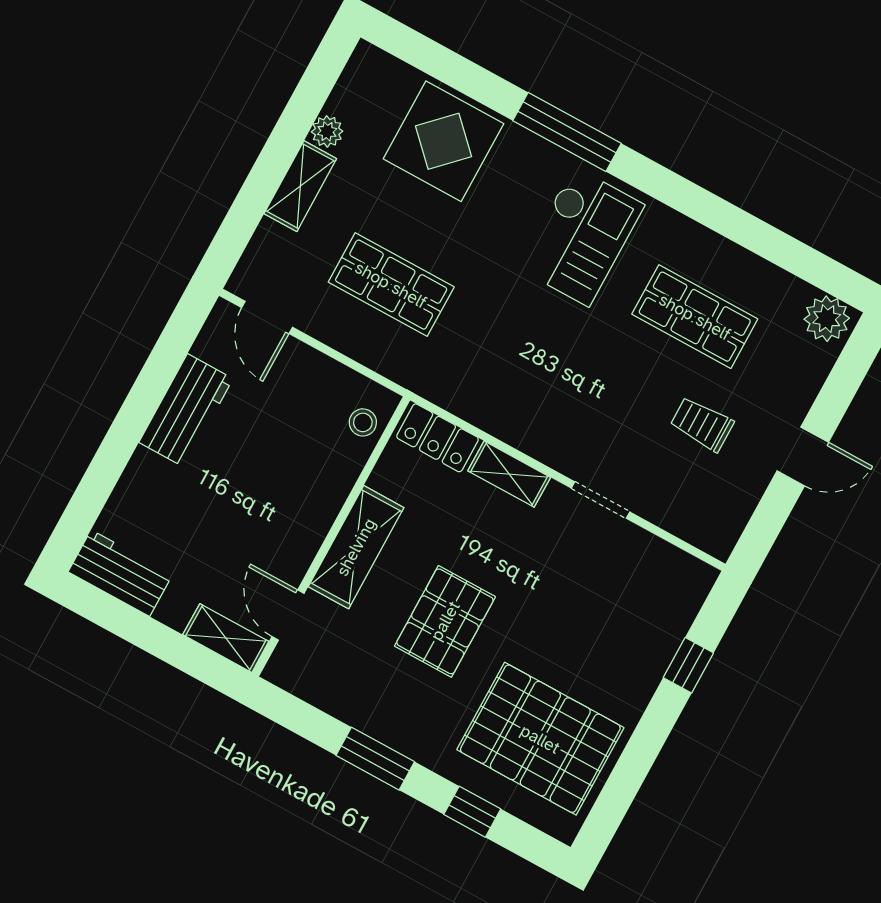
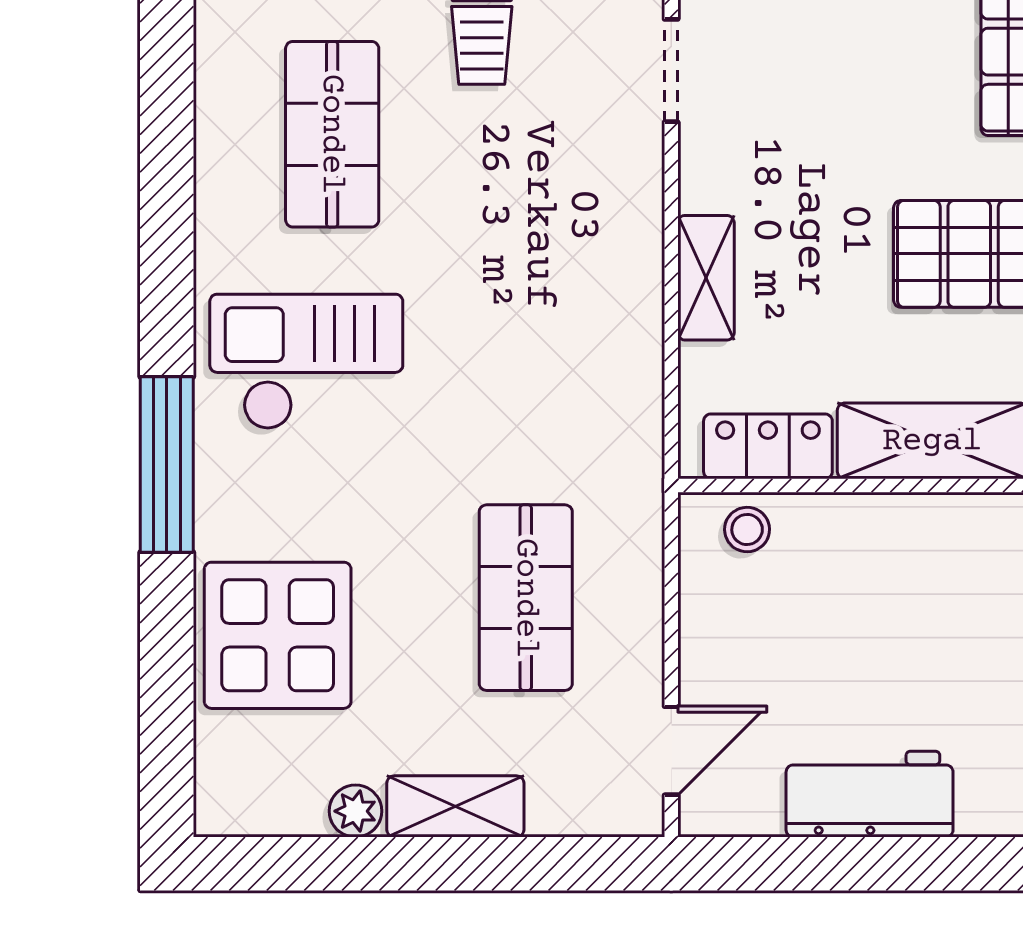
locker: (437, 438) -> (768, 446), moved, turned -90
doorway: (601, 500) -> (671, 71), moved

